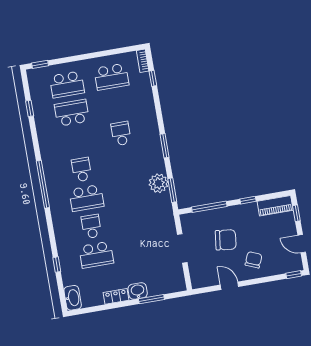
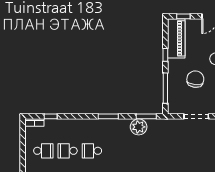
school desk: (111, 77) -> (43, 151), width x0.54
school desk: (116, 105) -> (68, 151), added
piano: (275, 206) -> (176, 38), width x1.37, depth x1.33

